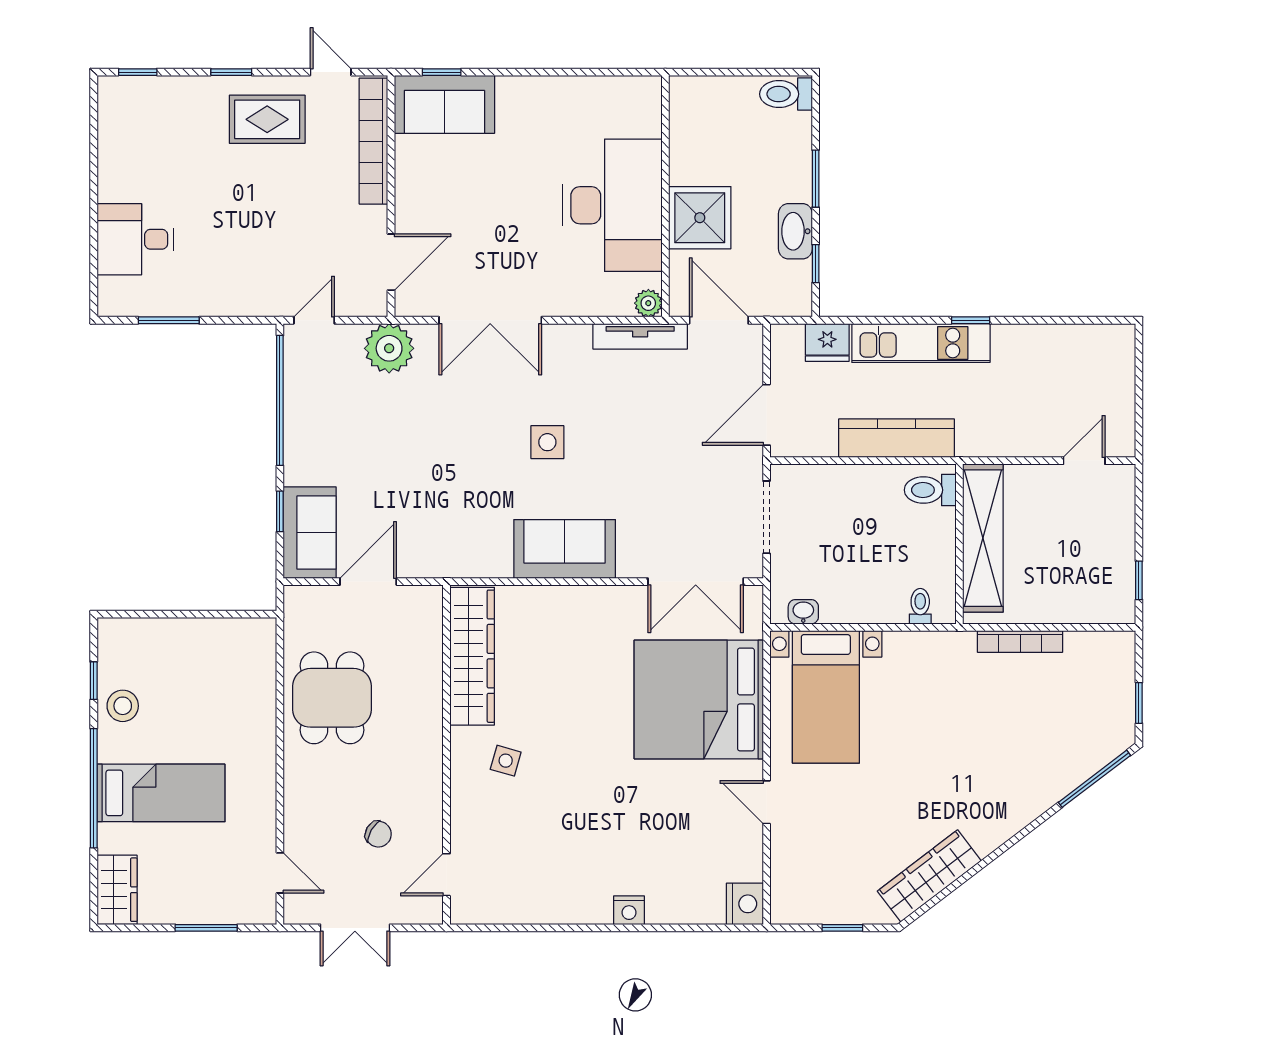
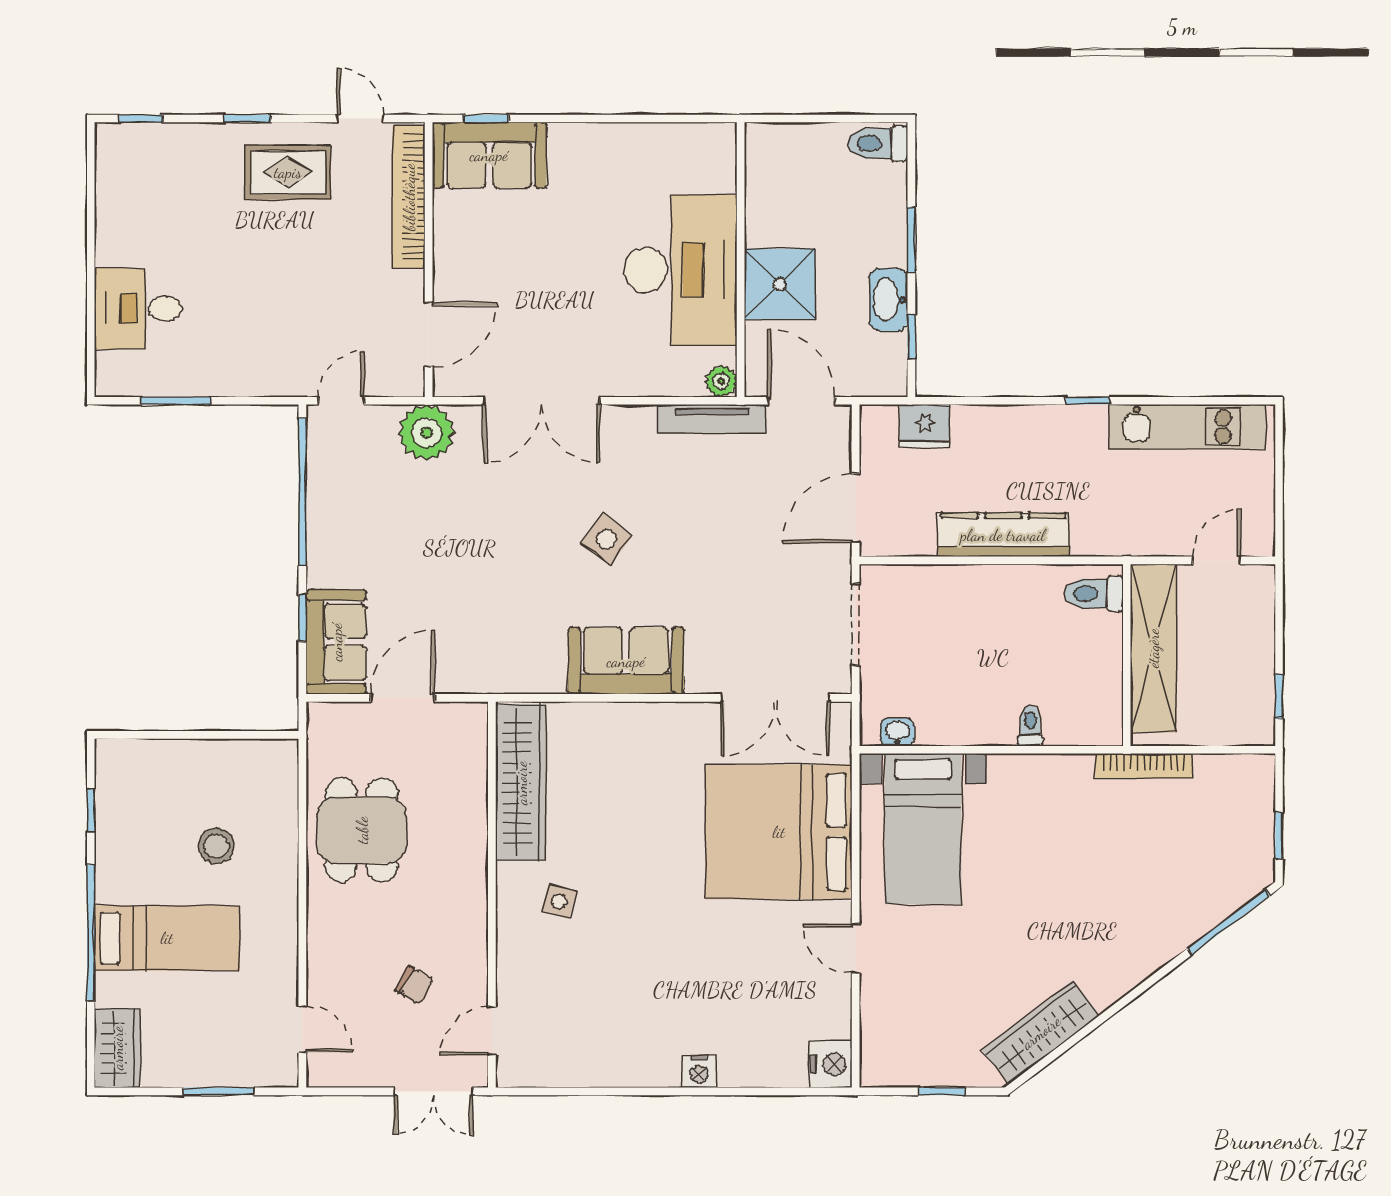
kitchen unit: (921, 343) -> (1187, 427), moved
side table: (547, 442) -> (606, 539), turned 37
toilet: (930, 490) -> (1094, 594), moved
shelving: (983, 538) -> (1153, 648), moved
wall: (959, 544) -> (1127, 655), moved
stool: (123, 706) -> (216, 846), moved
double door: (355, 928) -> (433, 1091), moved

